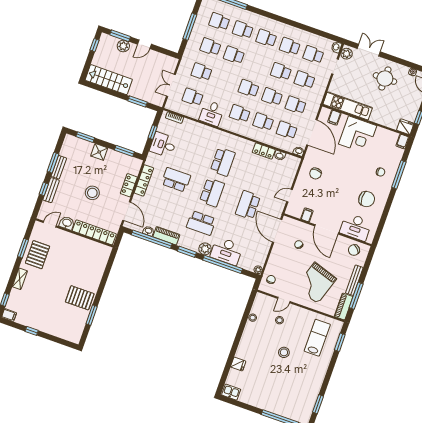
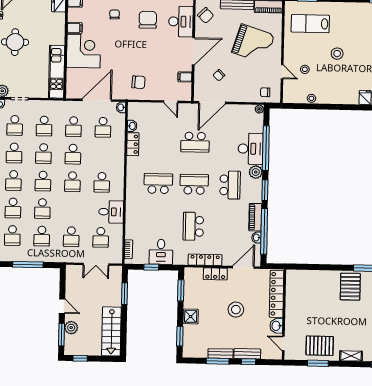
filing cabinet: (334, 118) -> (75, 28), moved
school desk: (263, 122) -> (43, 181), moved

